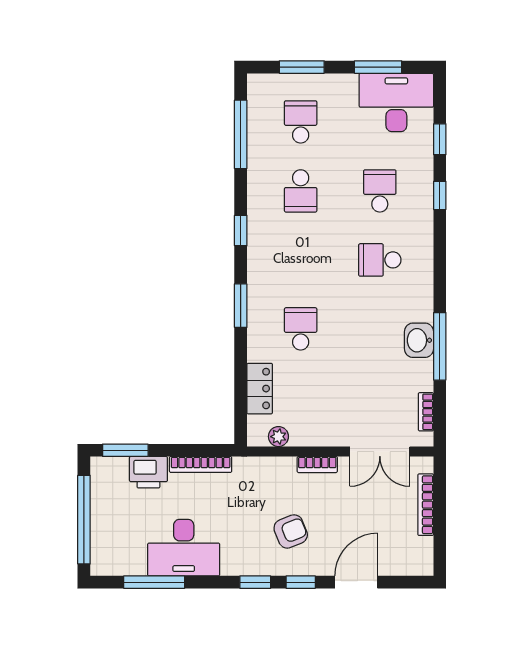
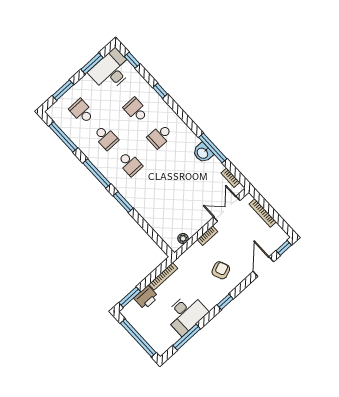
window: (440, 139) -> (132, 60), moved
window: (241, 230) -> (97, 173), width x2.17
school desk: (301, 329) -> (130, 164), moved, turned 180
locker: (260, 389) -> (159, 227), removed
double door: (380, 452) -> (227, 209), swing flipped
window: (301, 582) -> (284, 248), moved

